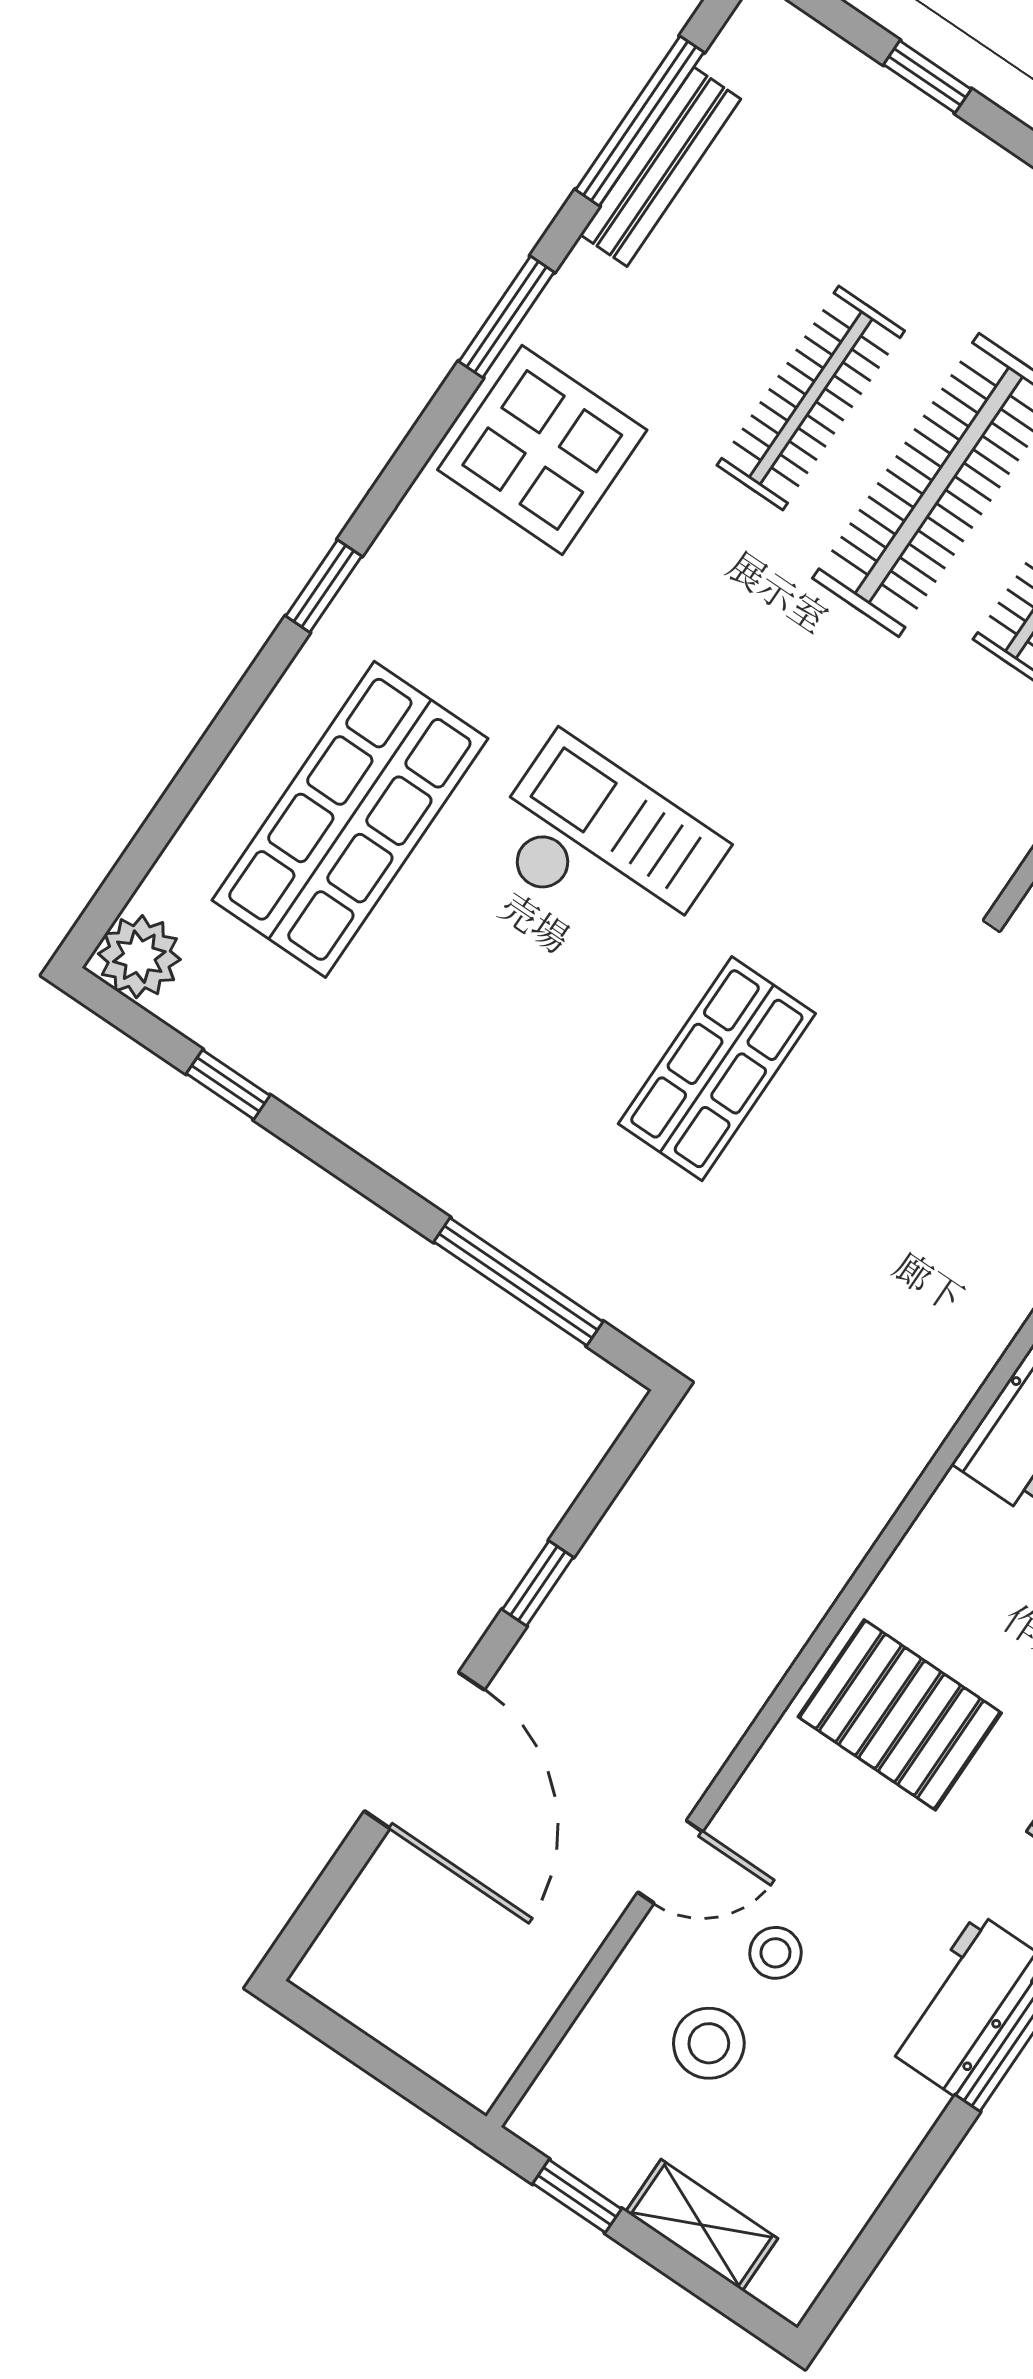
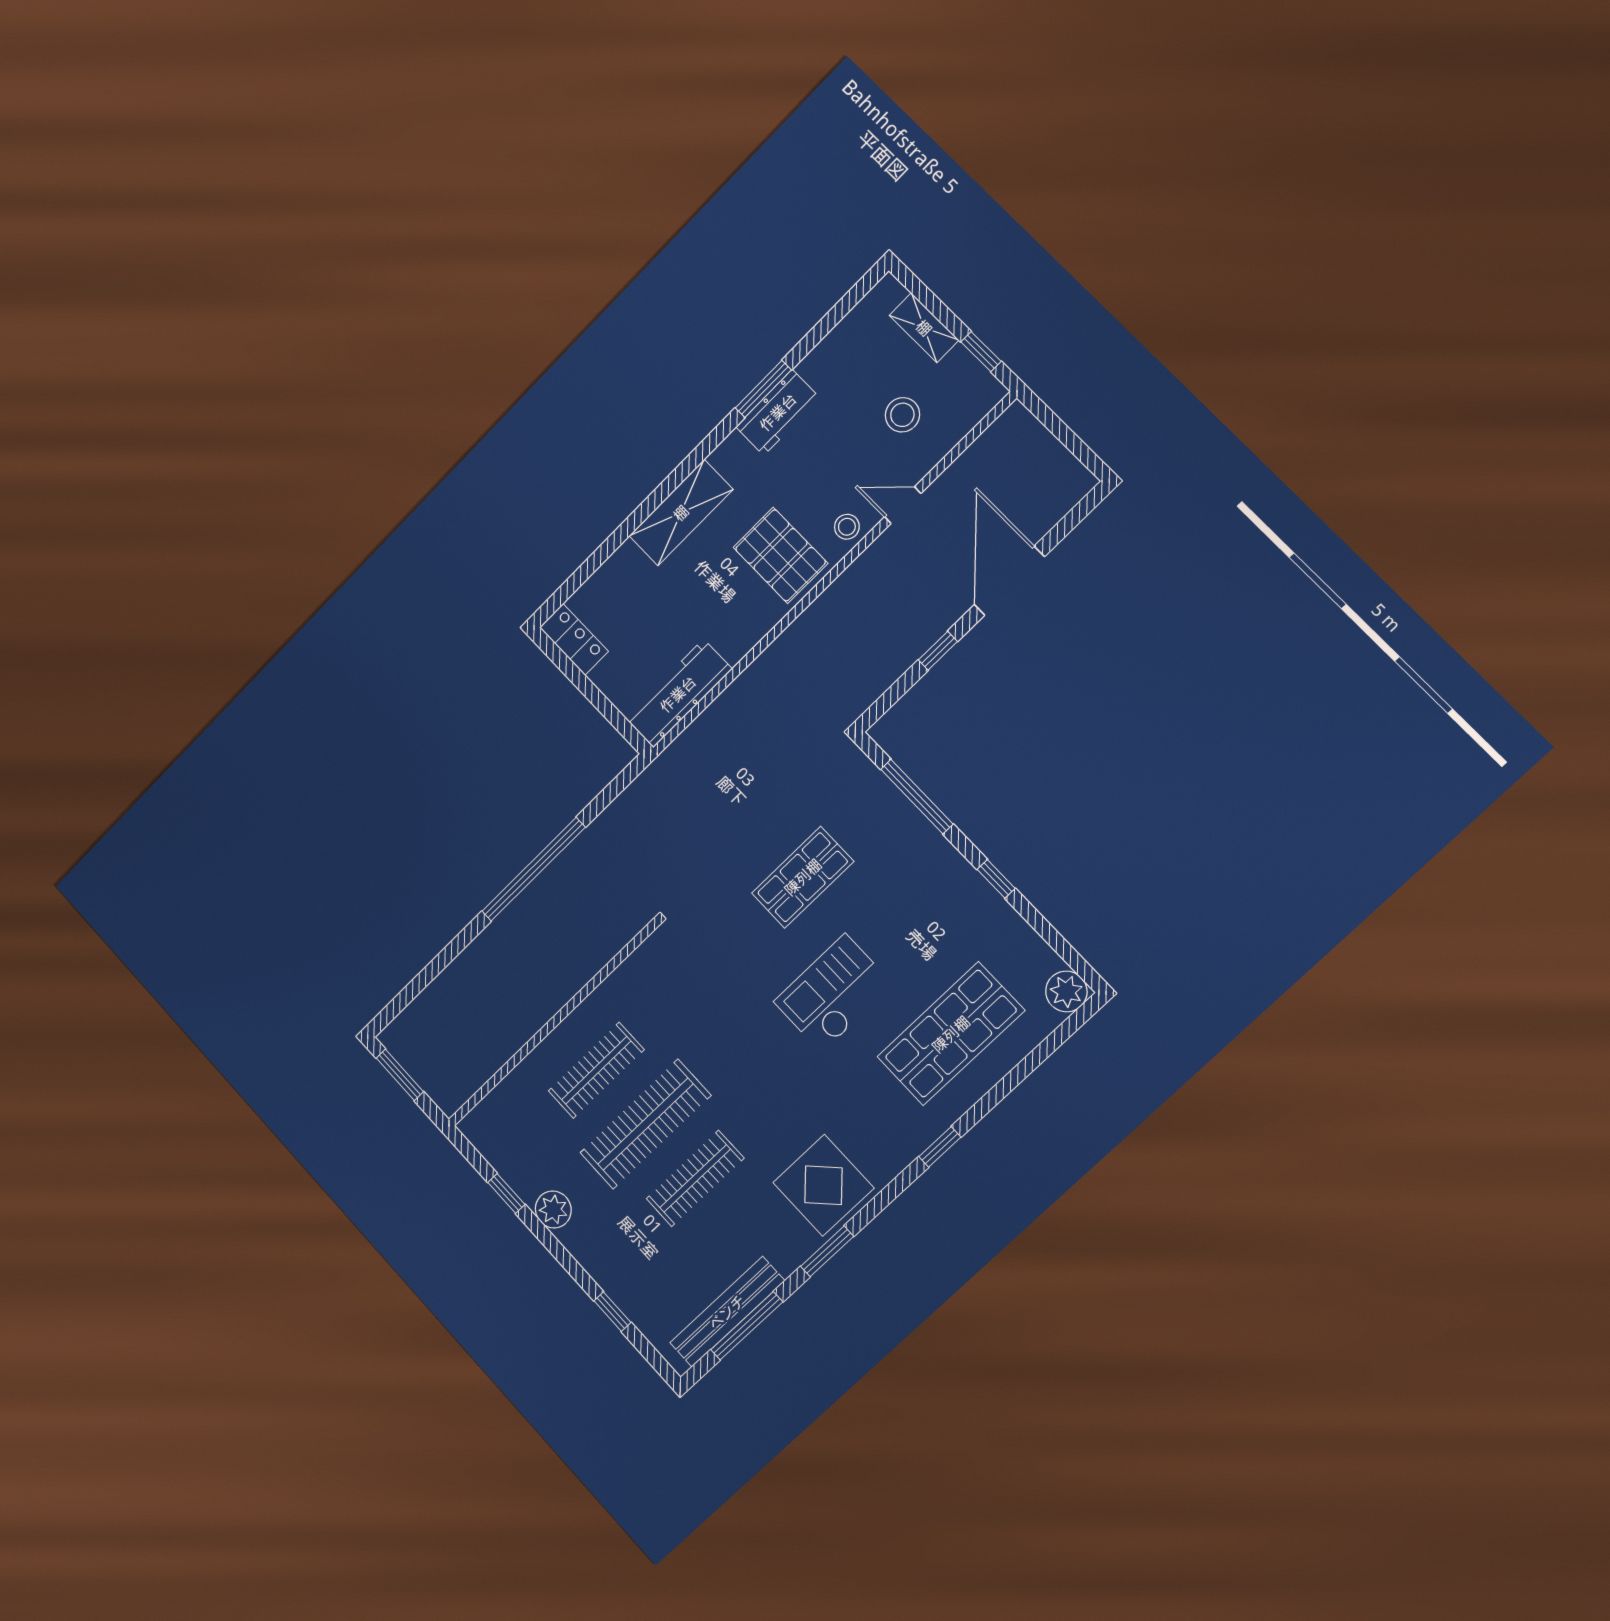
bench: (660, 167) -> (727, 1312), width x1.37, depth x1.21
checkout: (604, 846) -> (833, 993), turned 90
window: (228, 1085) -> (996, 879), moved
stool: (775, 1953) -> (847, 527), moved

